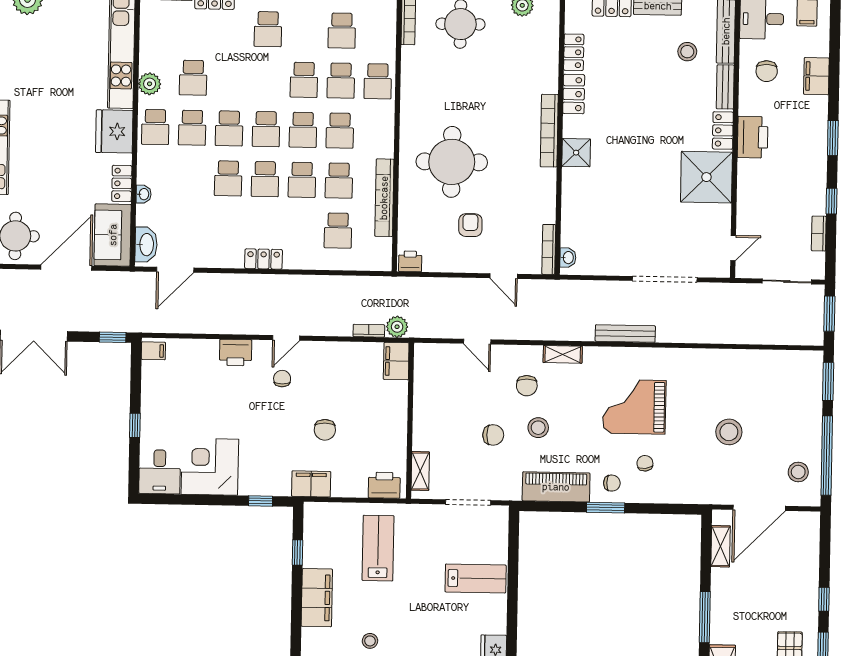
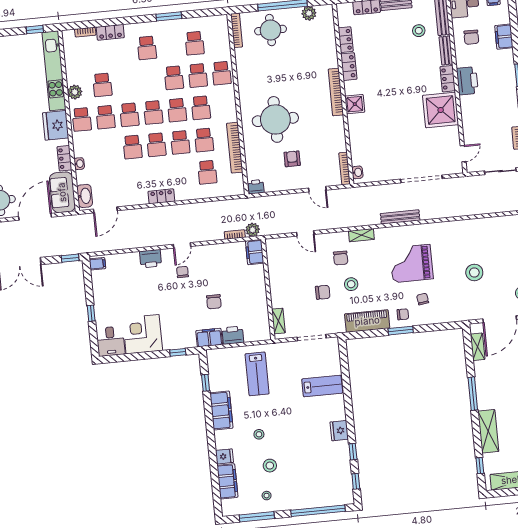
printer: (384, 485) -> (233, 335), moved
lab bench: (378, 548) -> (257, 374), turned 180

